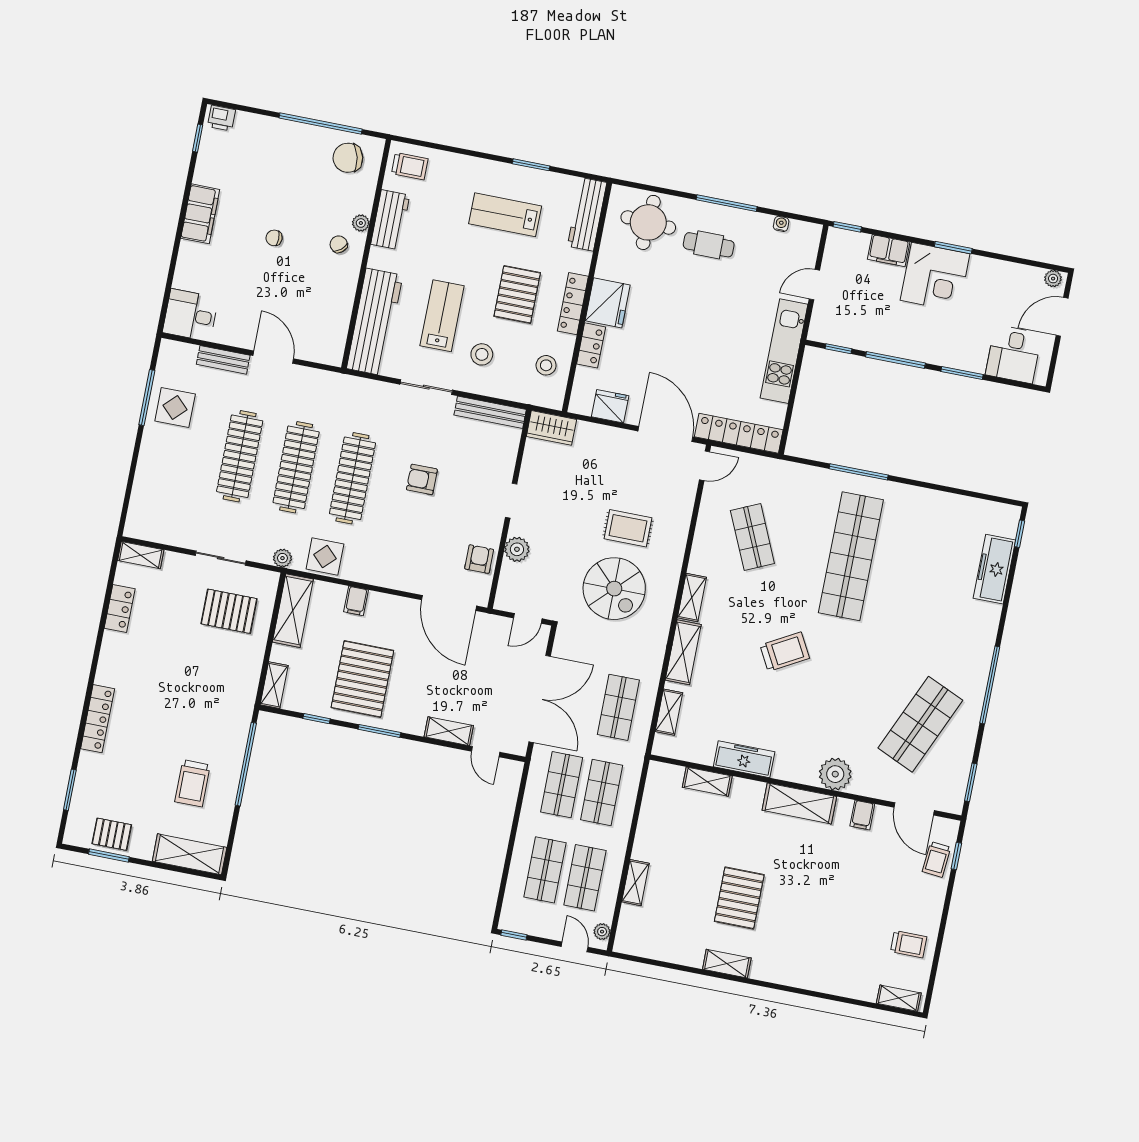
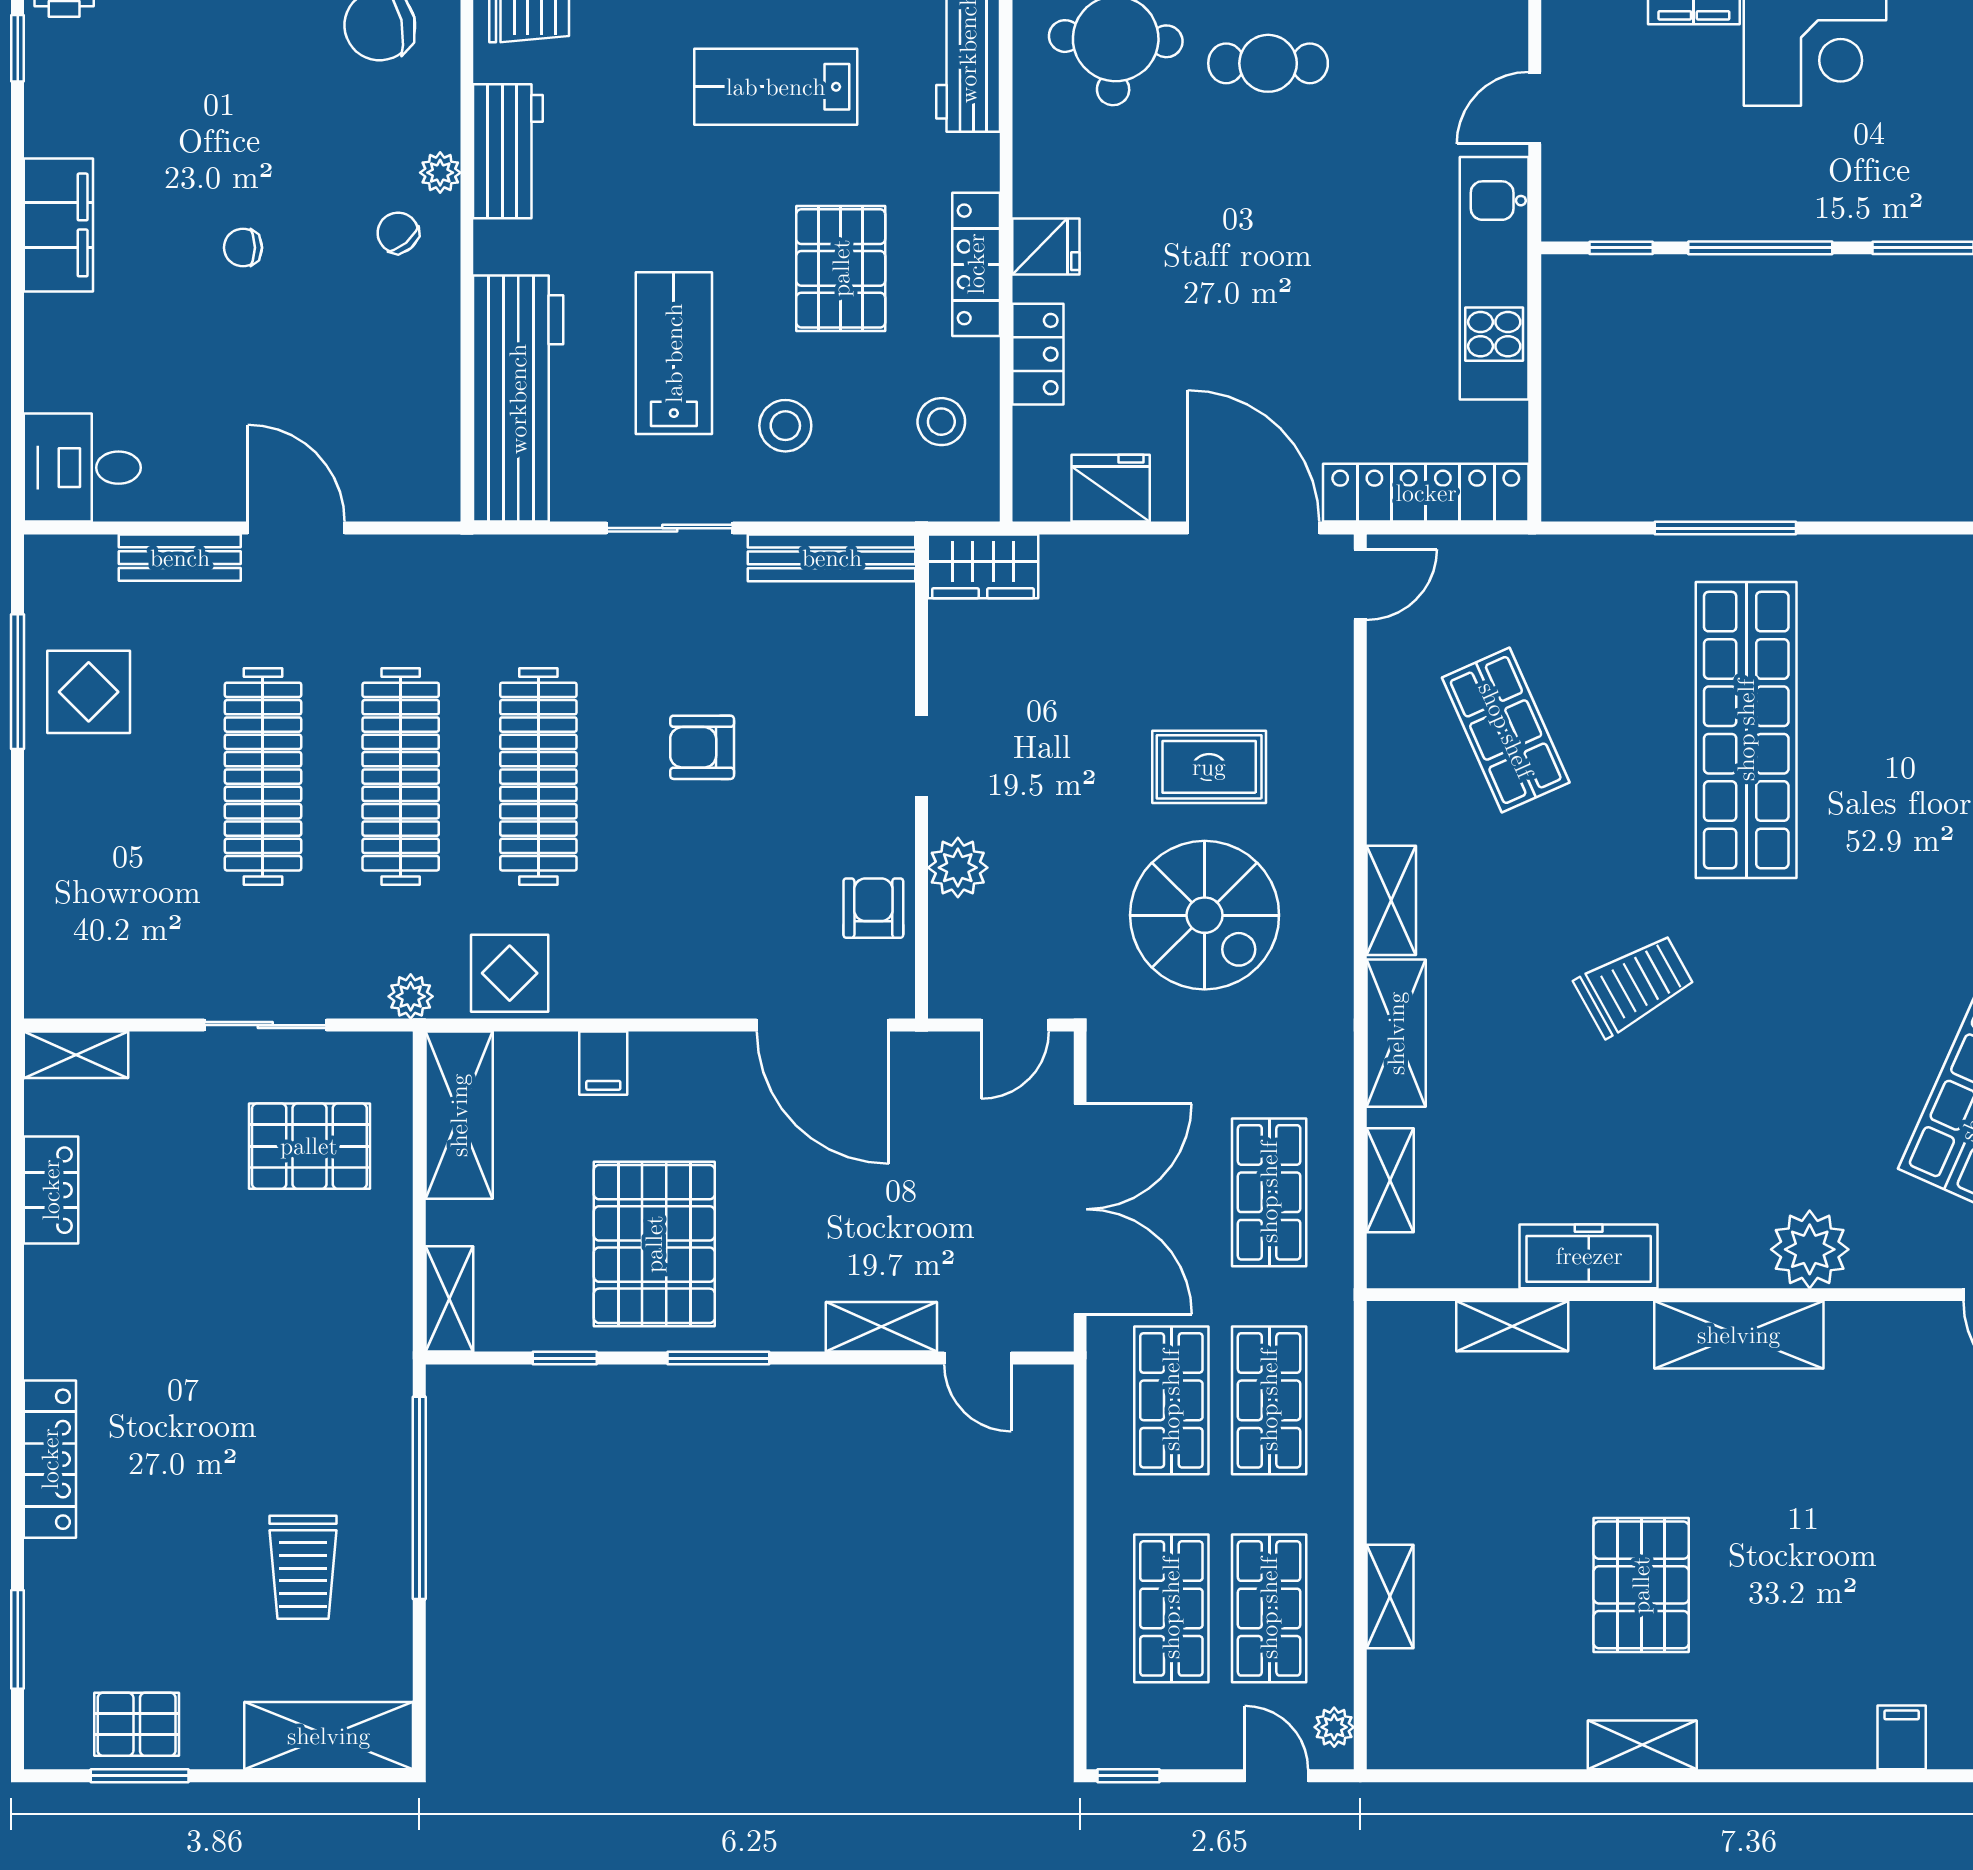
fridge: (608, 303) -> (1046, 246), width x0.53, depth x0.75
filing cabinet: (862, 815) -> (1902, 1737), moved, turned 180

